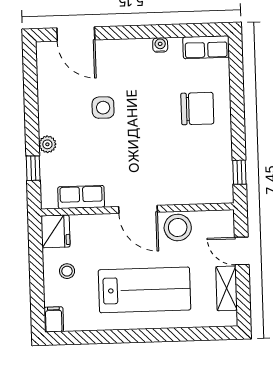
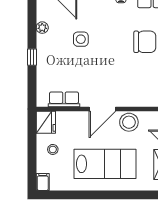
plant: (47, 144) -> (42, 28), moved
window: (33, 168) -> (32, 57), moved
door: (138, 209) -> (102, 109), hinge flipped

